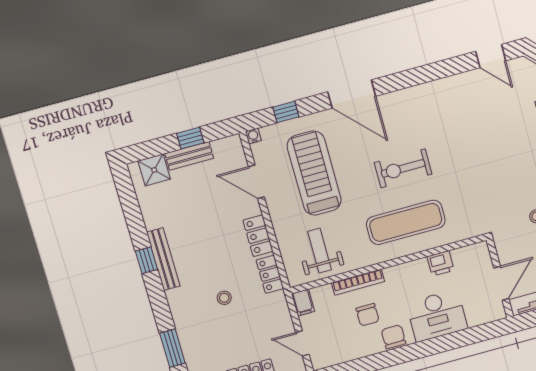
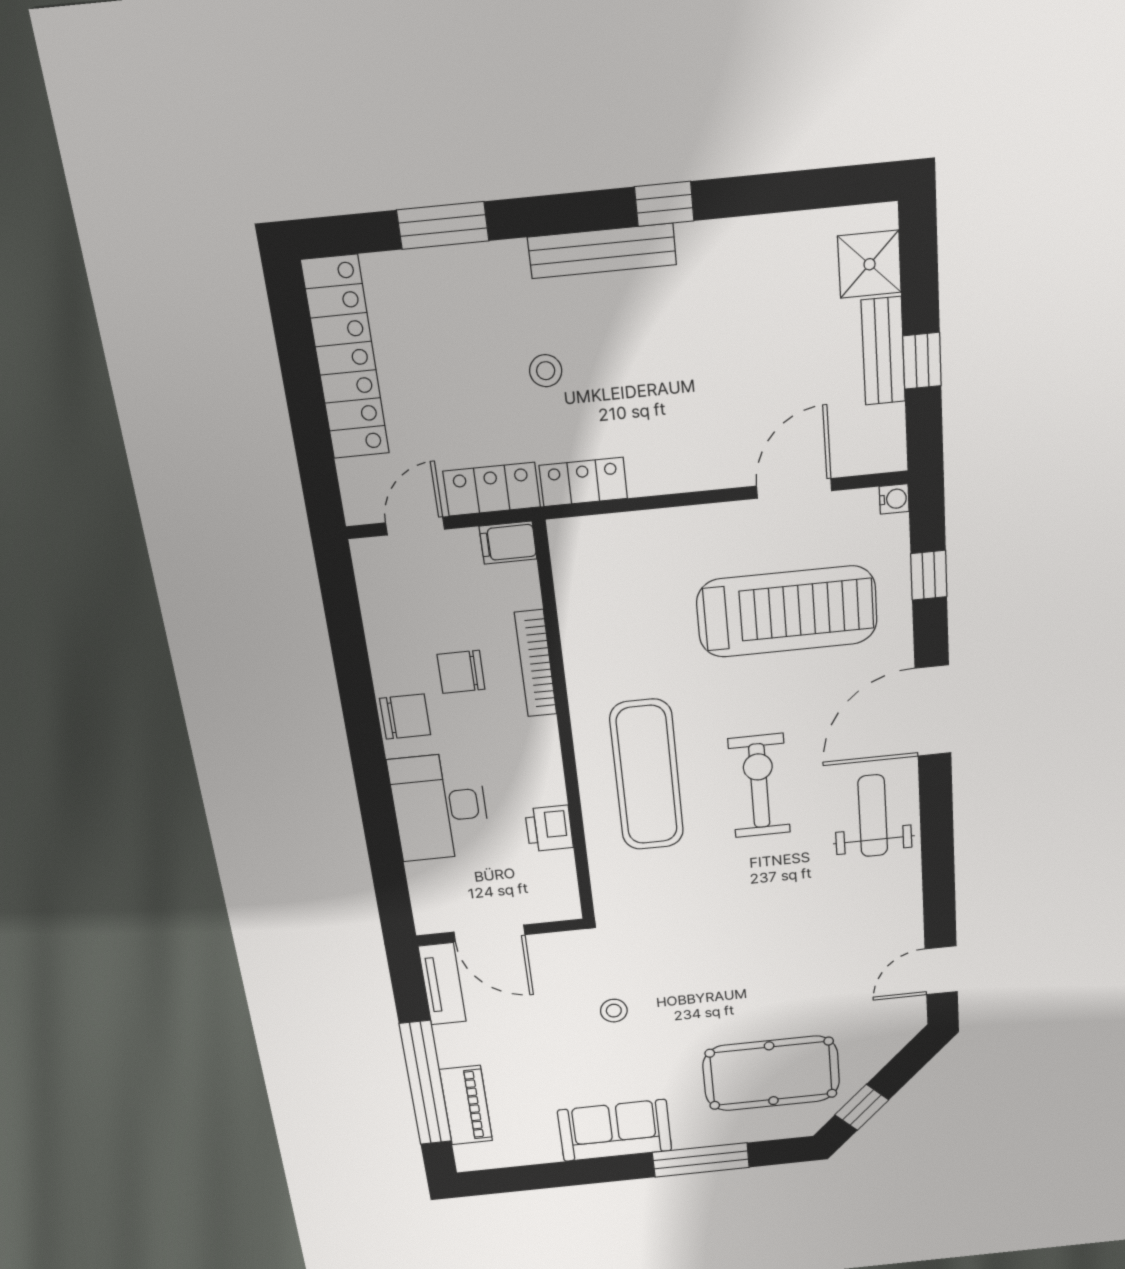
locker: (258, 236) -> (492, 489), moved
weight bench: (320, 251) -> (873, 816), moved, turned -90
bench: (163, 259) -> (602, 251), moved

